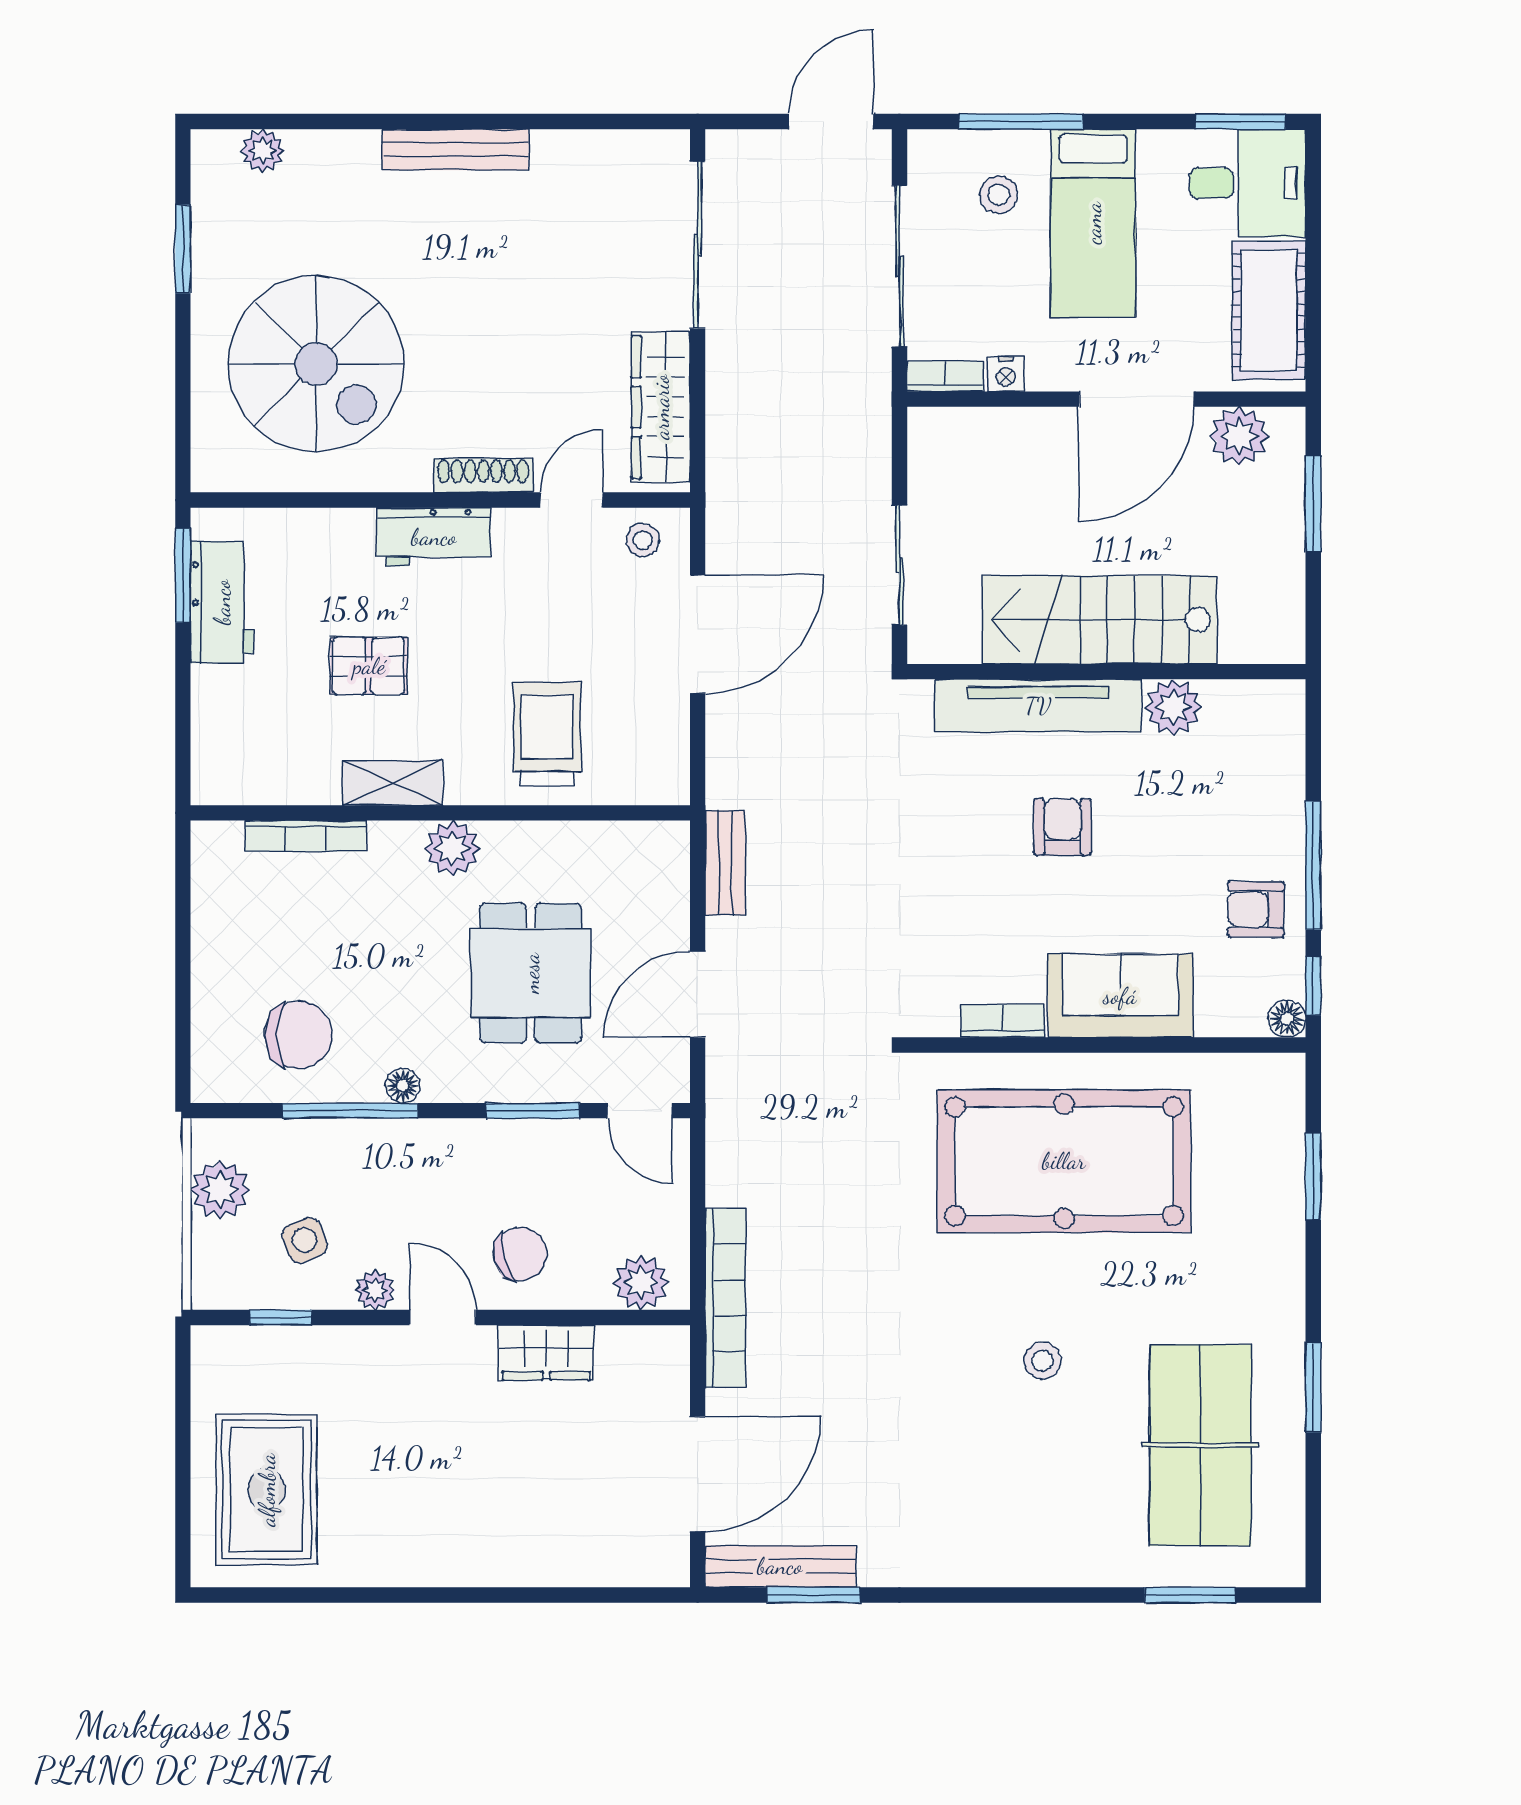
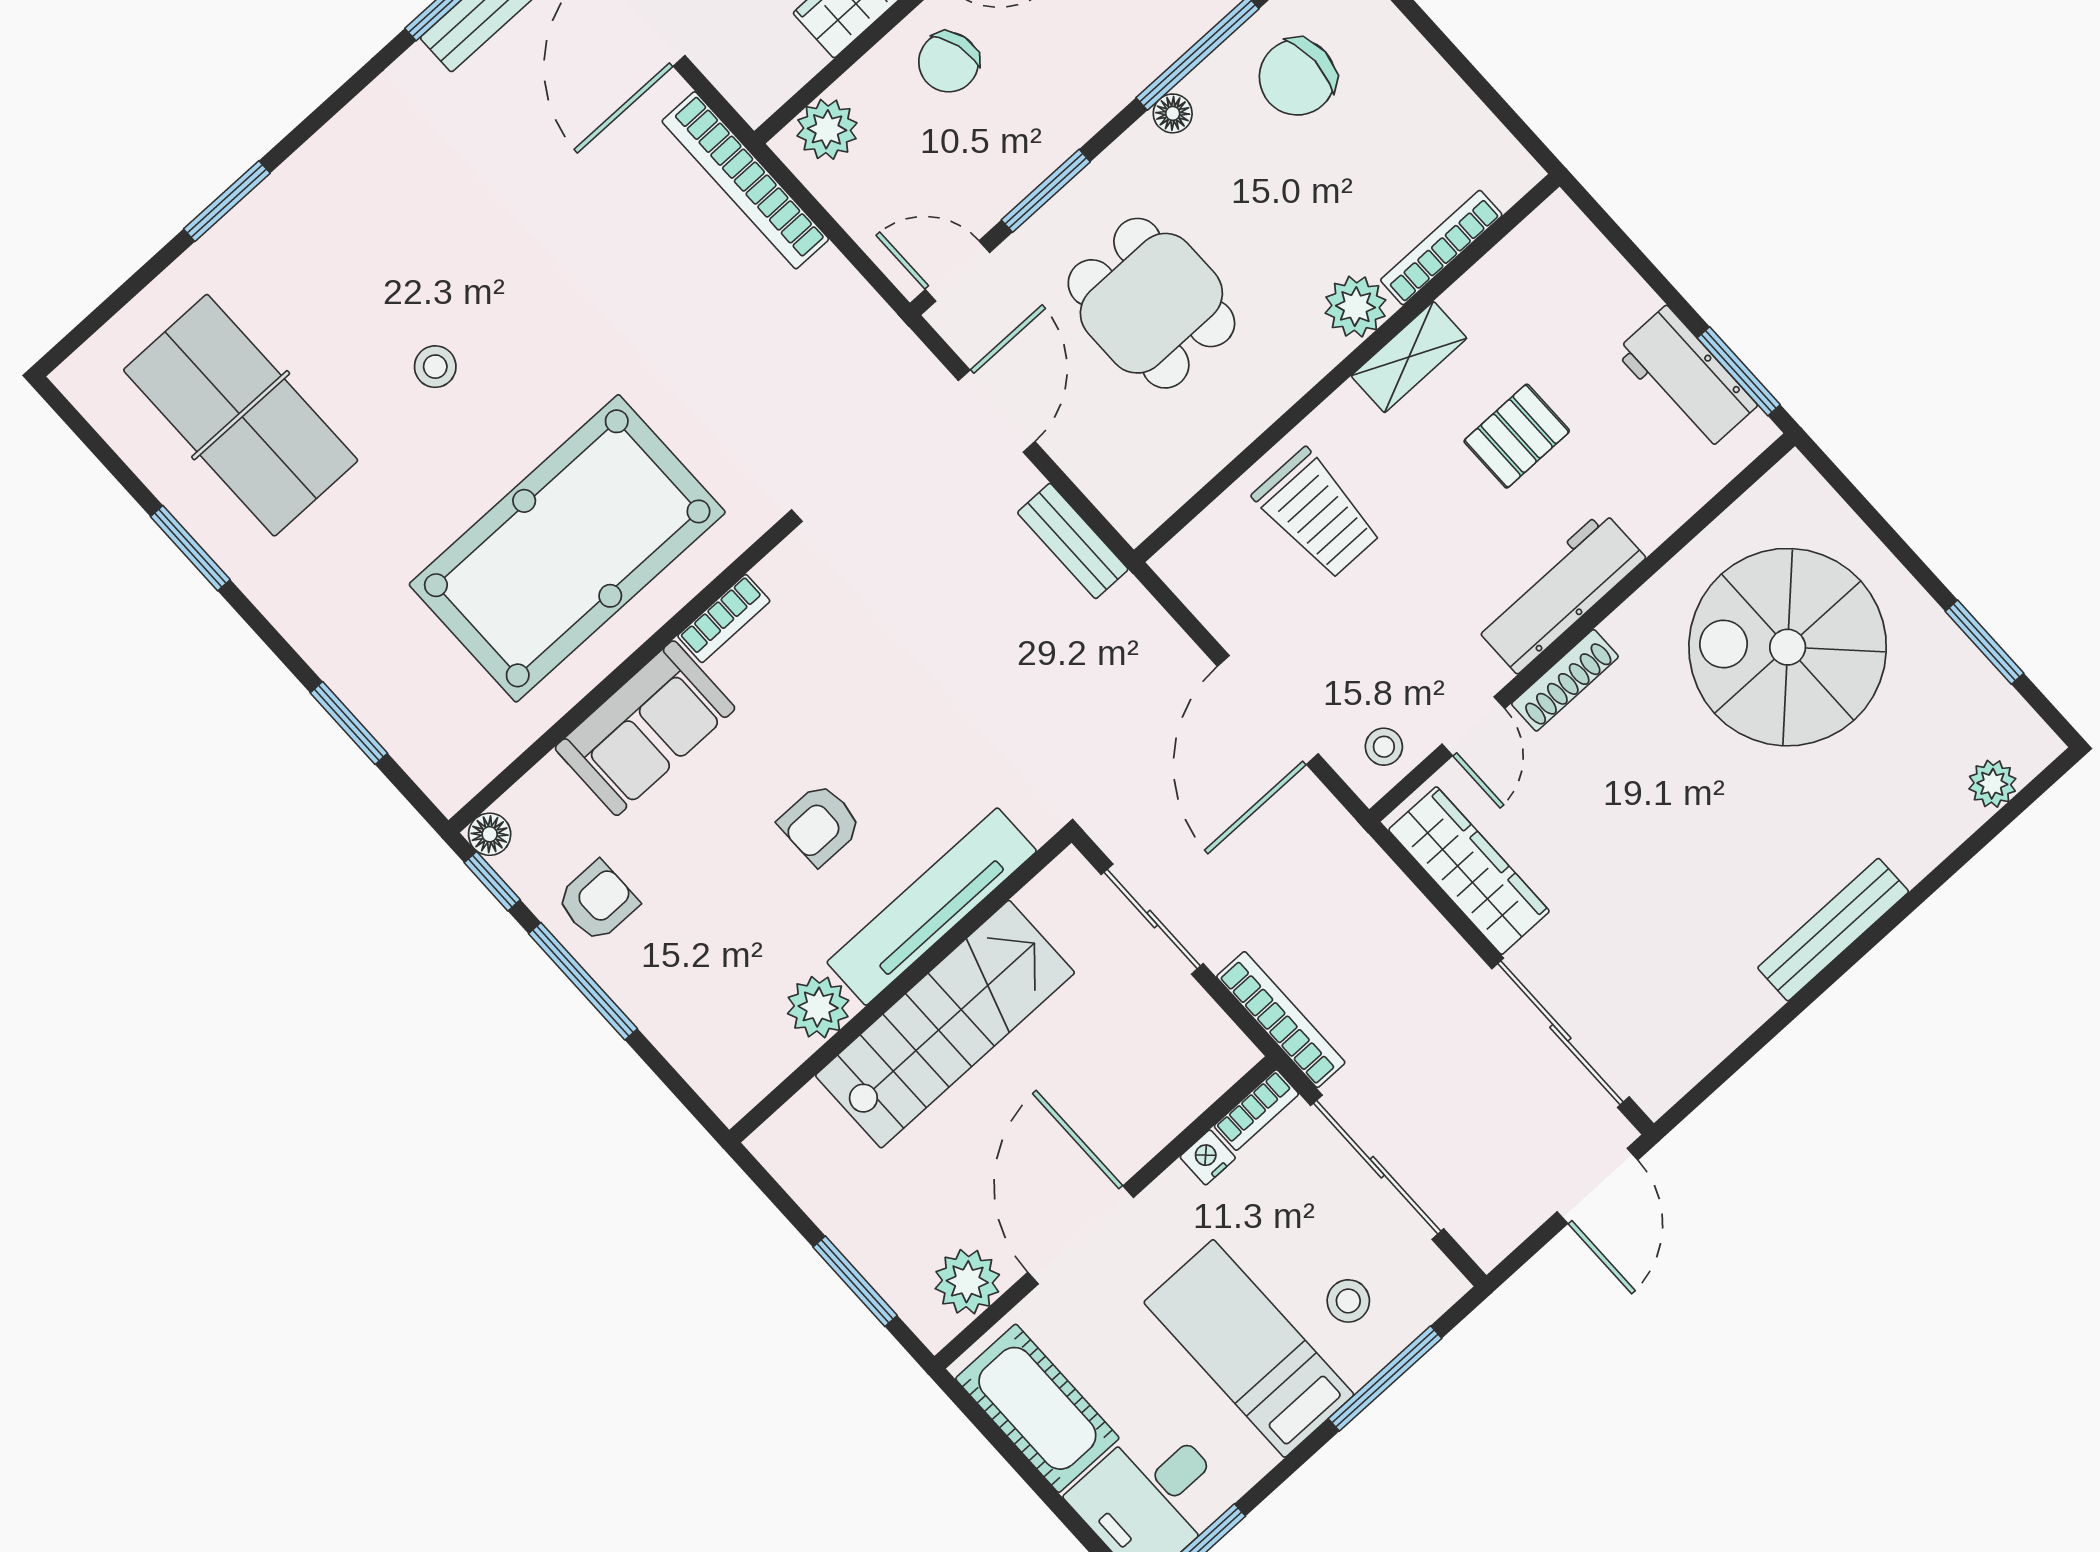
door: (831, 122) -> (1597, 1186), moved
bookcase: (875, 421) -> (1281, 1020), added
workbench: (434, 537) -> (1560, 592), width x1.38
armchair: (1062, 827) -> (820, 824), turned 90
plant: (452, 848) -> (1356, 307), moved
window: (1190, 1595) -> (227, 201), moved

